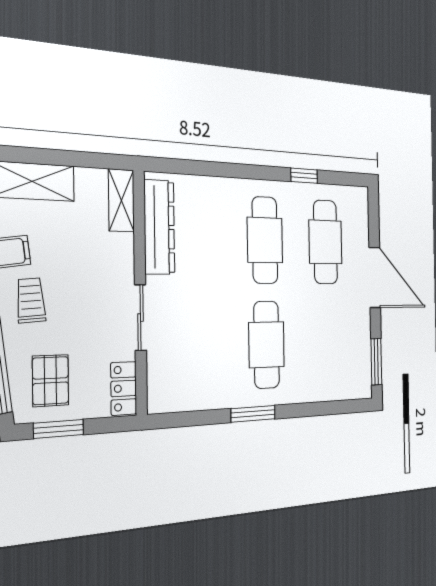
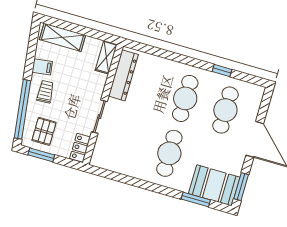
booth: (342, 374) -> (214, 185), added
window: (253, 414) -> (196, 200), moved

